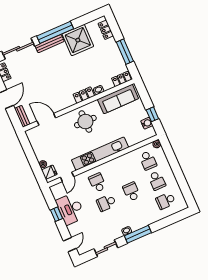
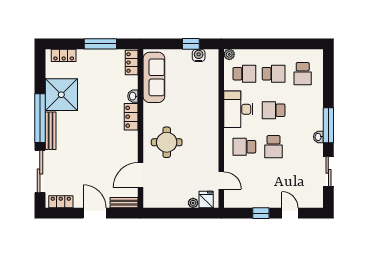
round table: (85, 122) -> (167, 142), moved
kitchen unit: (100, 154) -> (211, 128), removed
desk: (70, 209) -> (238, 109), moved, turned 90
door: (70, 245) -> (290, 213), moved

